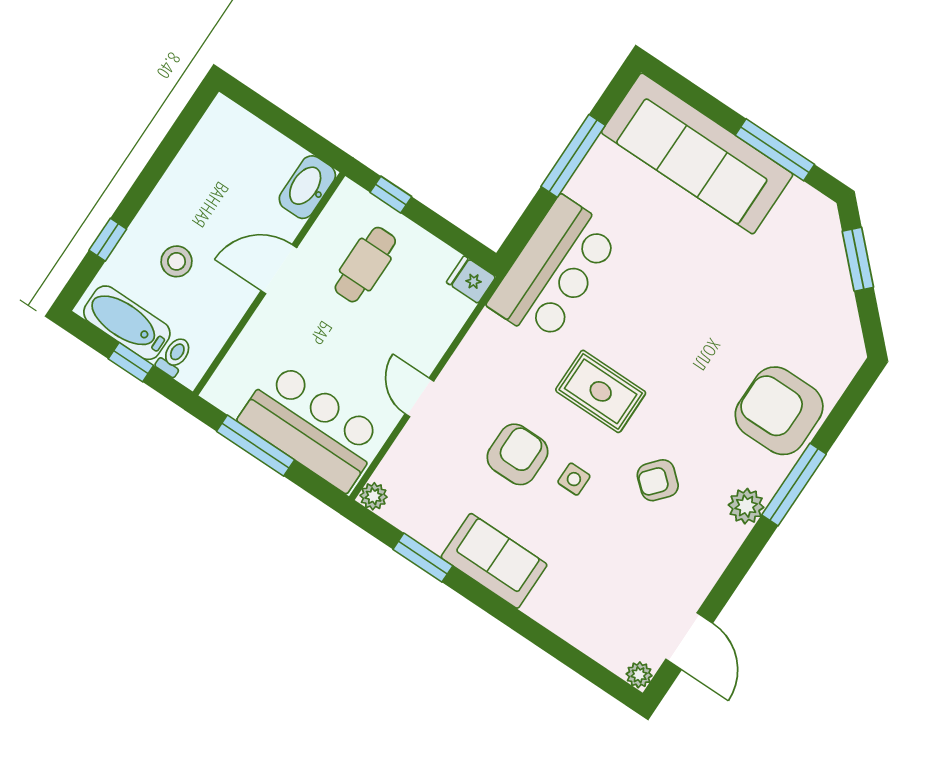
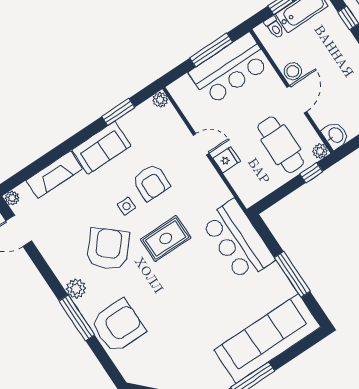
washbasin: (307, 187) -> (335, 135), width x0.72
plant: (349, 195) -> (320, 151), added
stool: (177, 261) -> (293, 71), moved
cafe table: (365, 265) -> (281, 145), width x1.37, depth x1.35
fridge: (471, 280) -> (227, 160), moved
bar counter: (312, 427) -> (230, 69), moved
armchair: (658, 480) -> (108, 249), width x1.88, depth x1.88
fireplace: (571, 621) -> (54, 175), added

